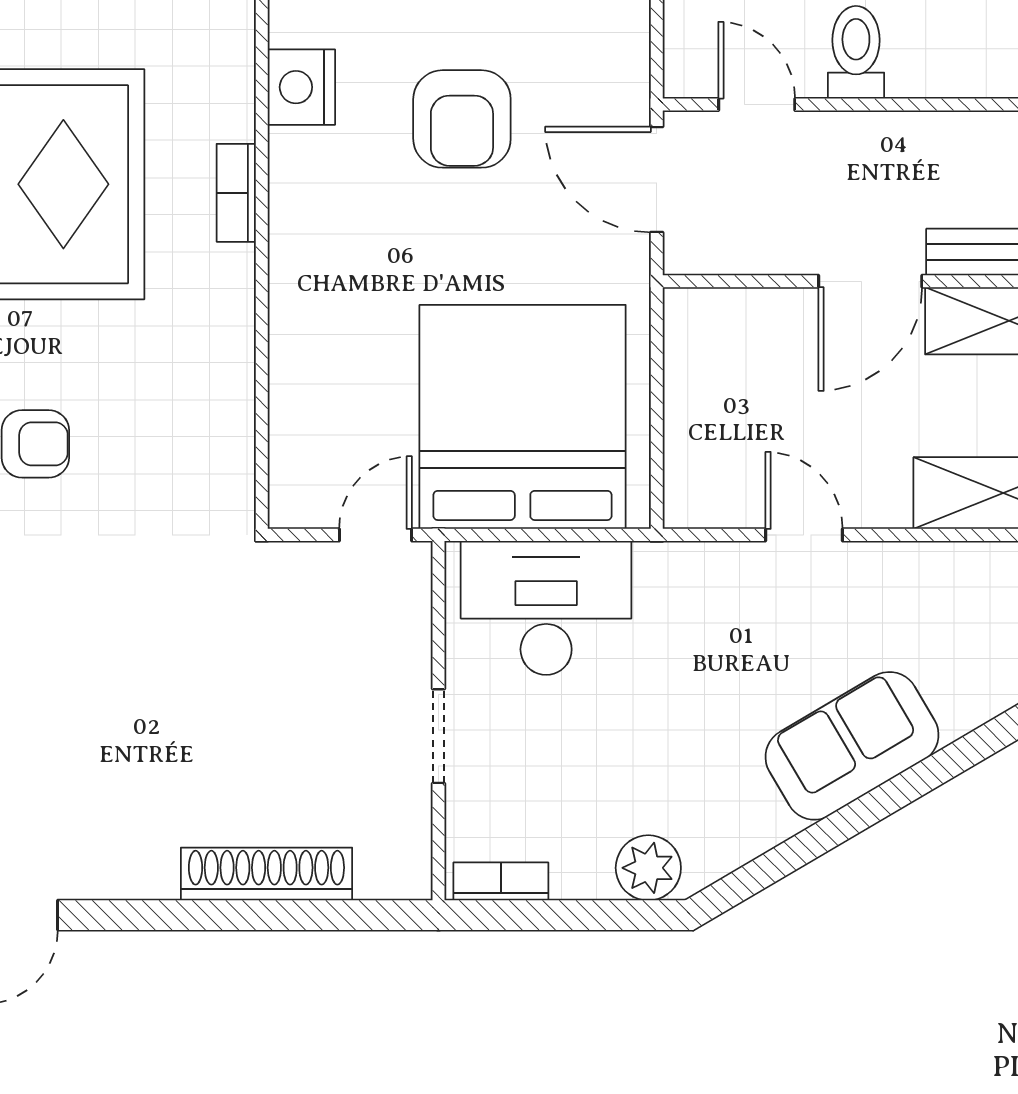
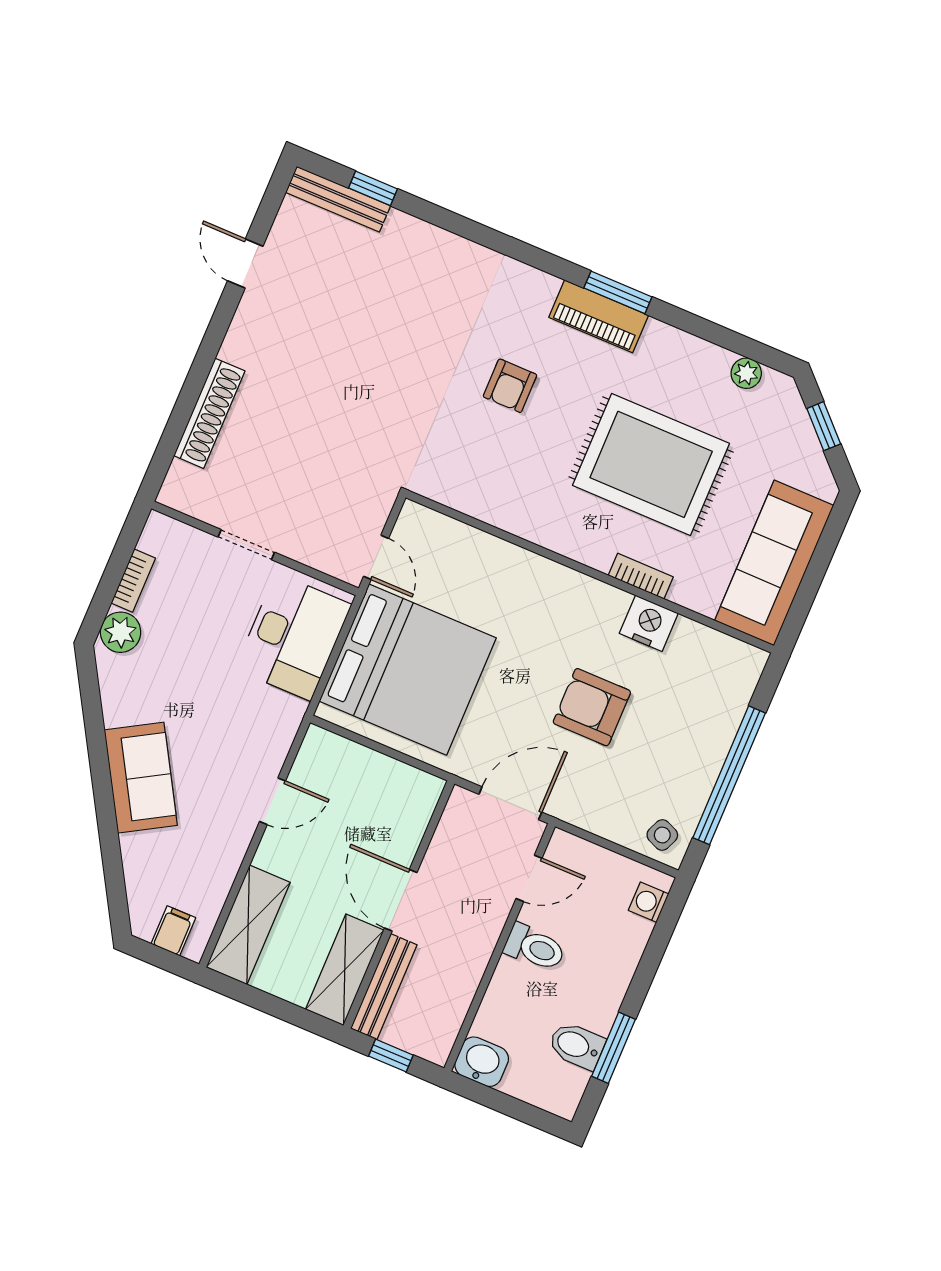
bookcase: (236, 193) -> (641, 576), moved
bookcase: (501, 881) -> (133, 581), moved

